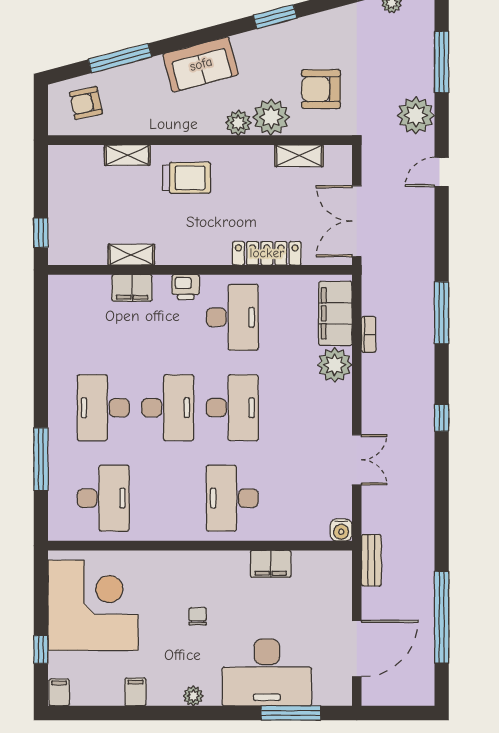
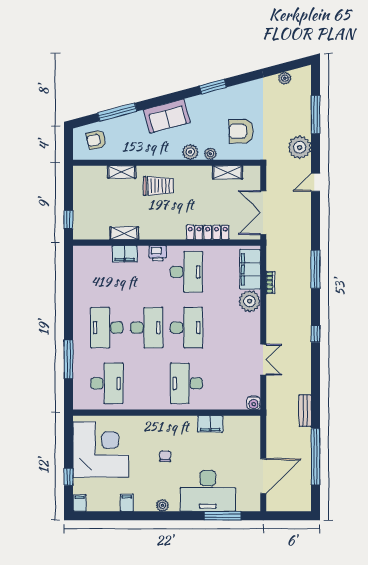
plant: (271, 117) -> (210, 154), width x0.53, depth x0.53
bench: (371, 560) -> (305, 411), moved

